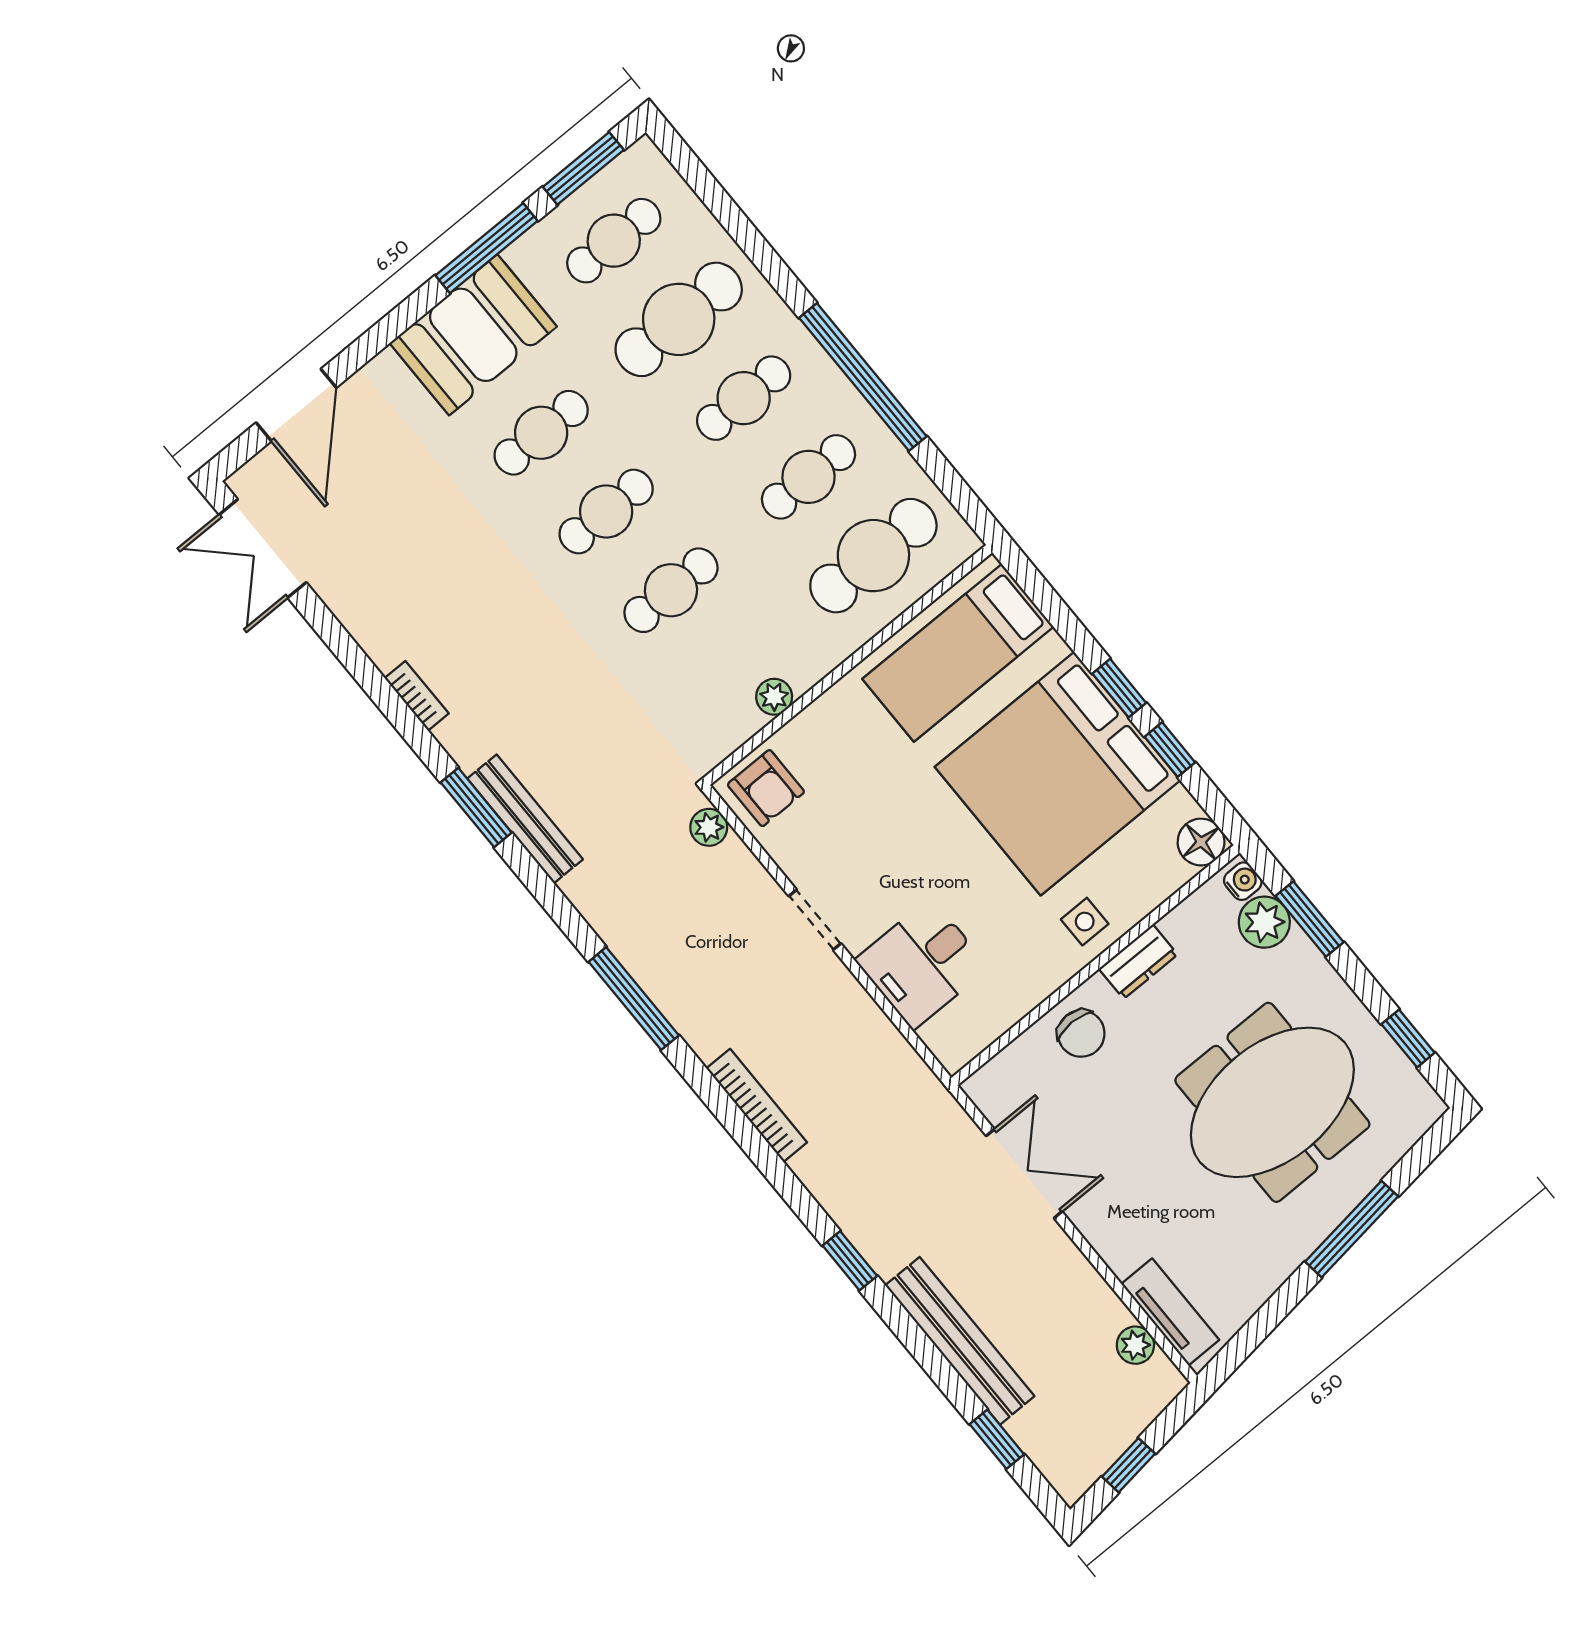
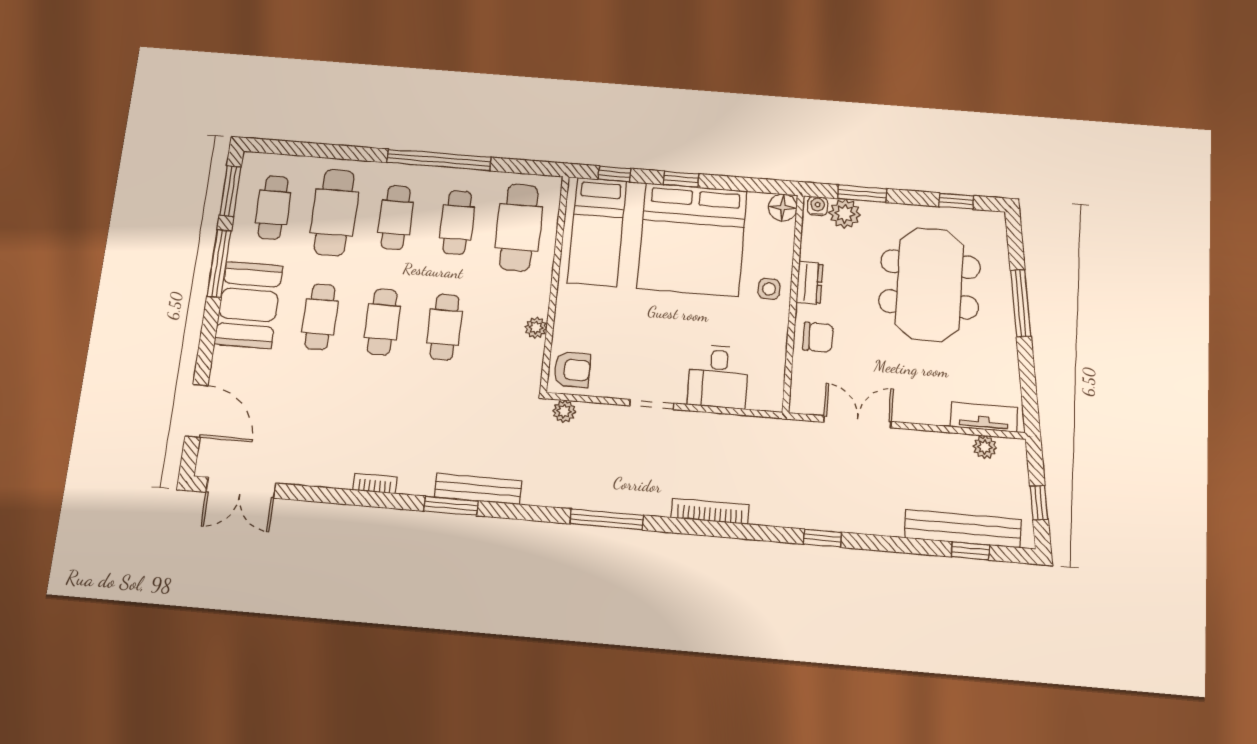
window: (1170, 750) -> (614, 174), moved
bench: (960, 1341) -> (963, 529), moved

